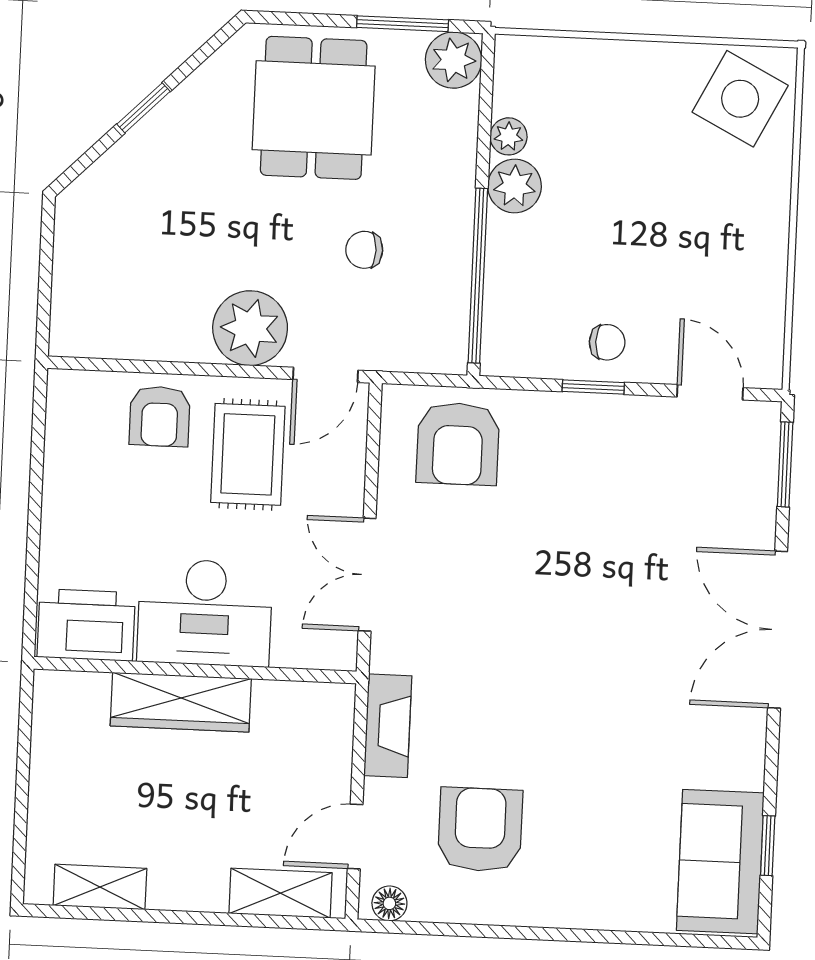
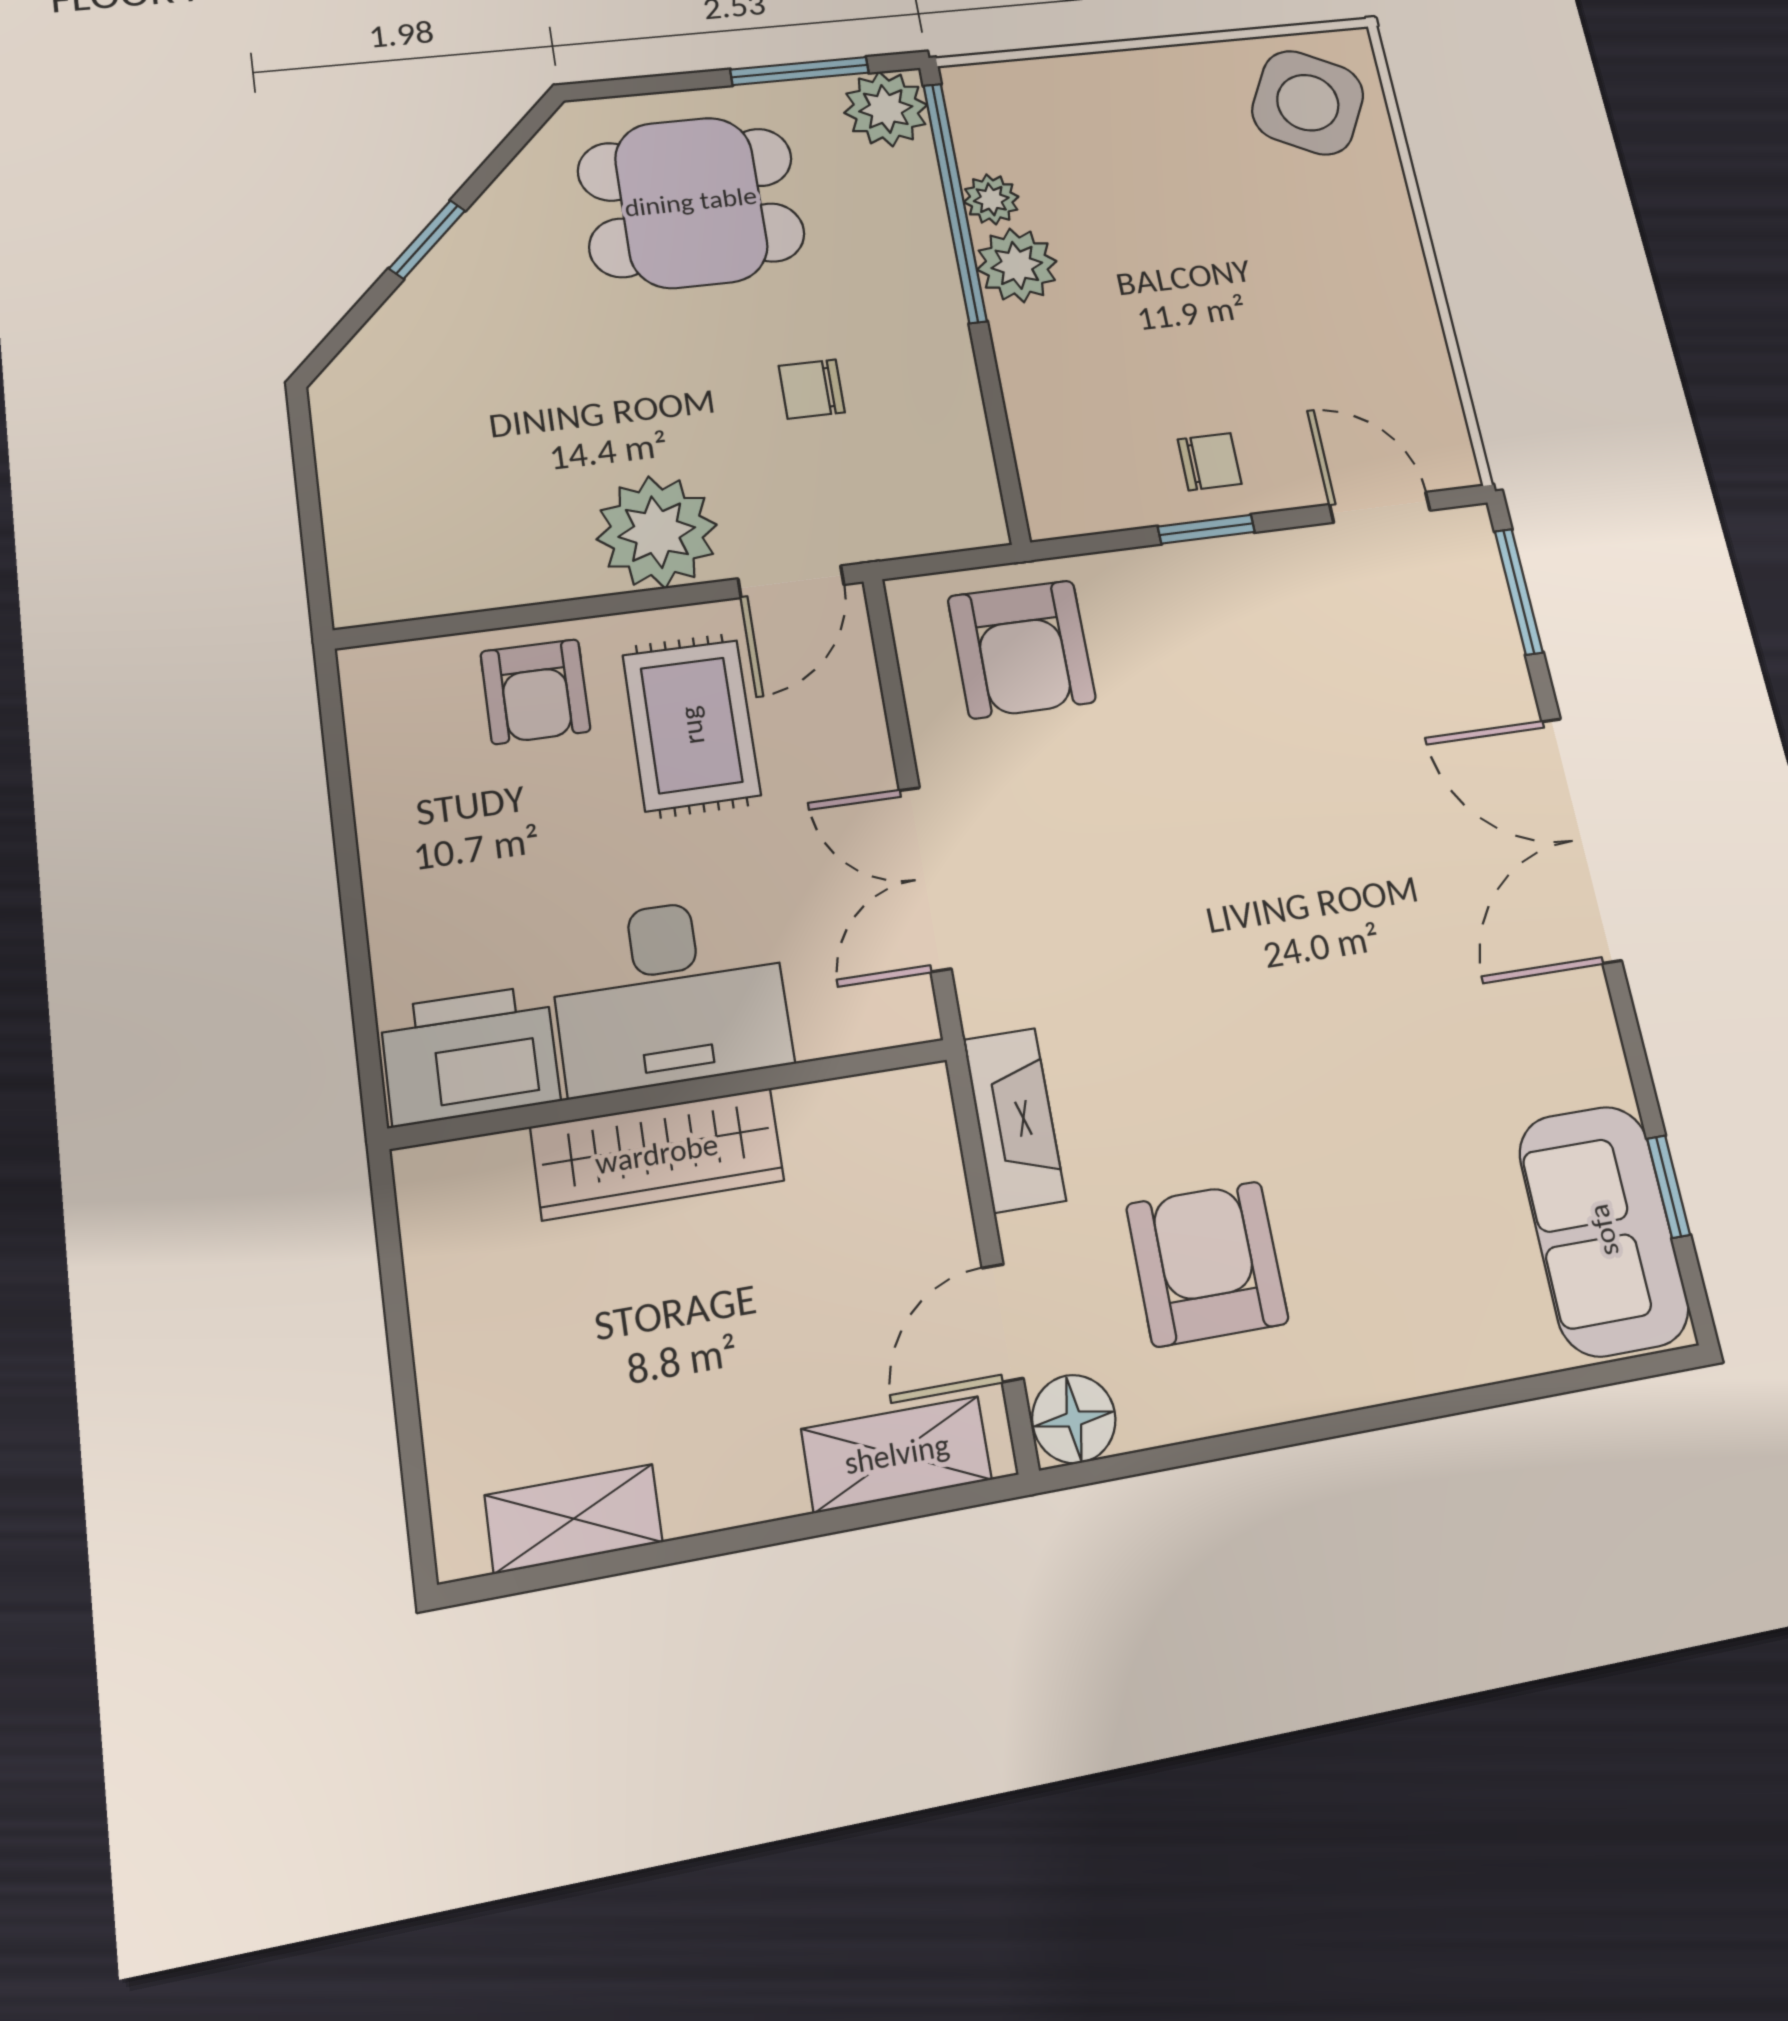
dining table: (314, 108) -> (691, 202), turned 90
window: (478, 276) -> (955, 202), moved
floor lamp: (389, 903) -> (1074, 1419), width x1.37, depth x1.37

